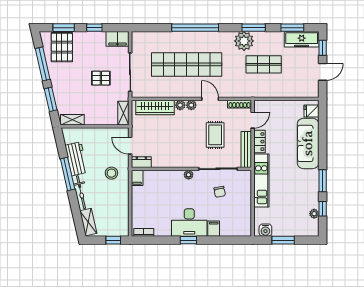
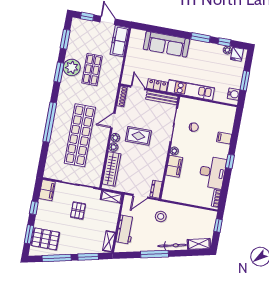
freezer: (302, 39) -> (119, 41), moved, turned 180
plant: (244, 41) -> (72, 67), moved
fridge: (311, 111) -> (237, 54), moved
rug: (215, 135) -> (138, 136), moved
workbench: (76, 159) -> (125, 230), moved, turned 103
filing cabinet: (137, 178) -> (174, 166), moved, width x2.00
desk: (189, 222) -> (212, 172), moved

